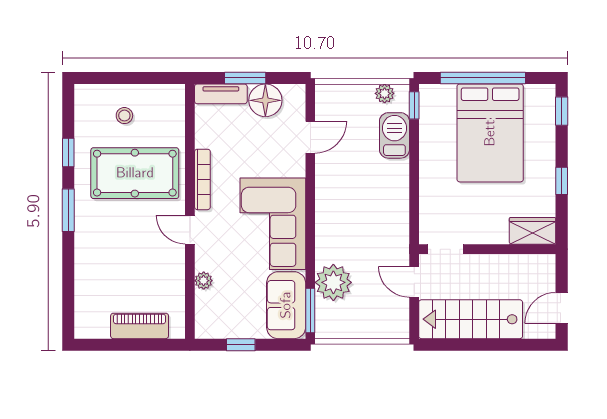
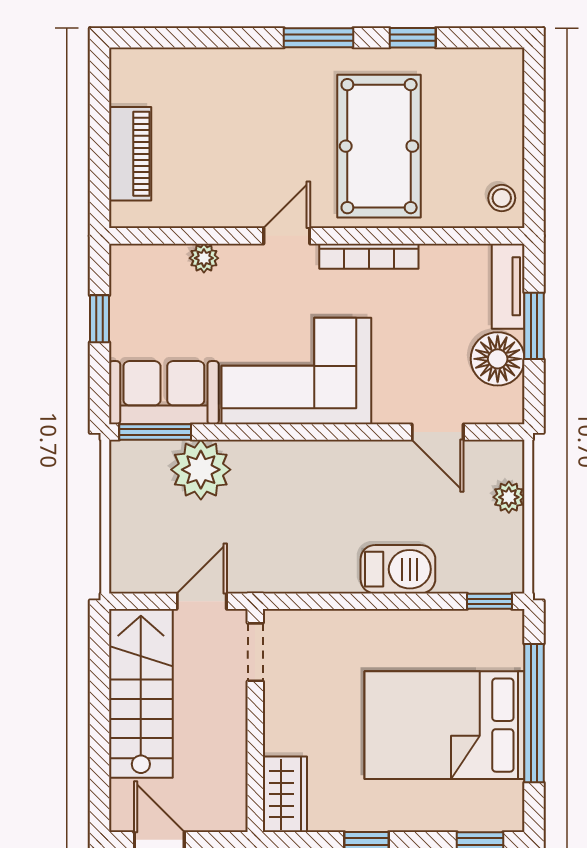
plant: (385, 93) -> (509, 497), moved
stool: (124, 116) -> (502, 198), moved
barbecue: (394, 135) -> (398, 569), moved

